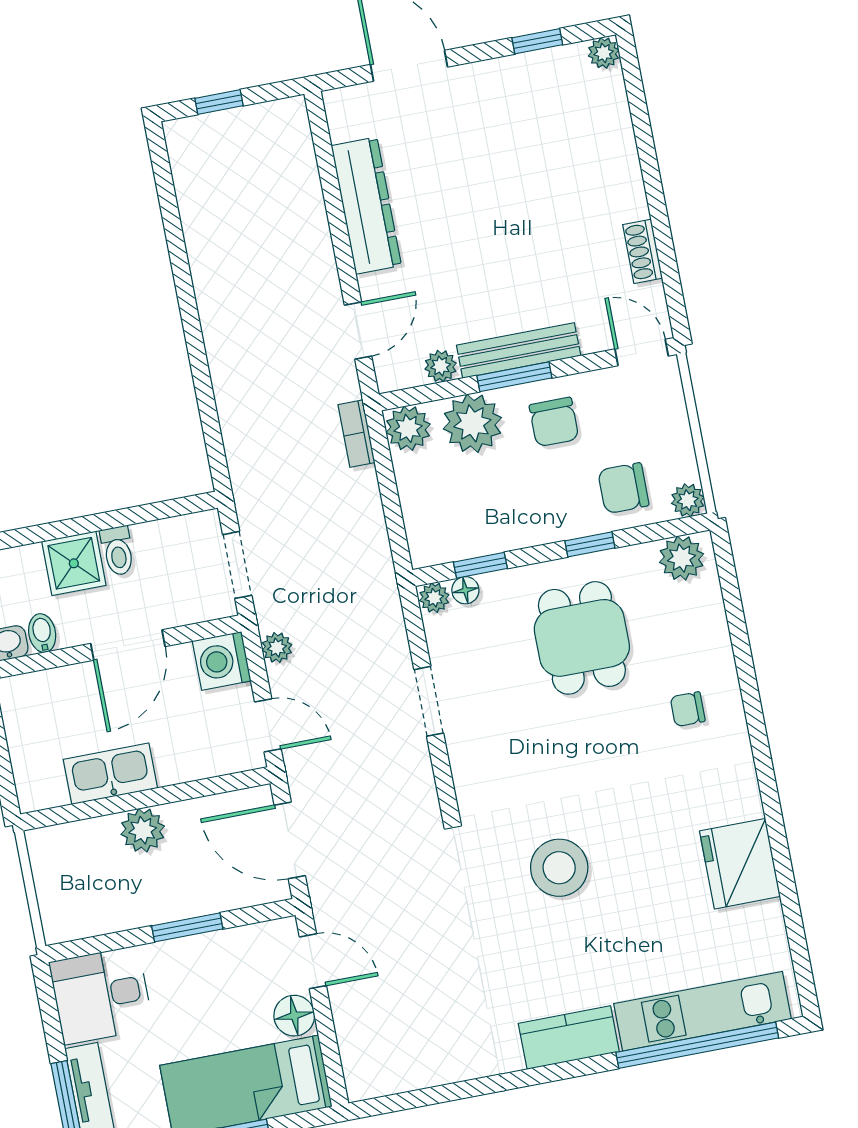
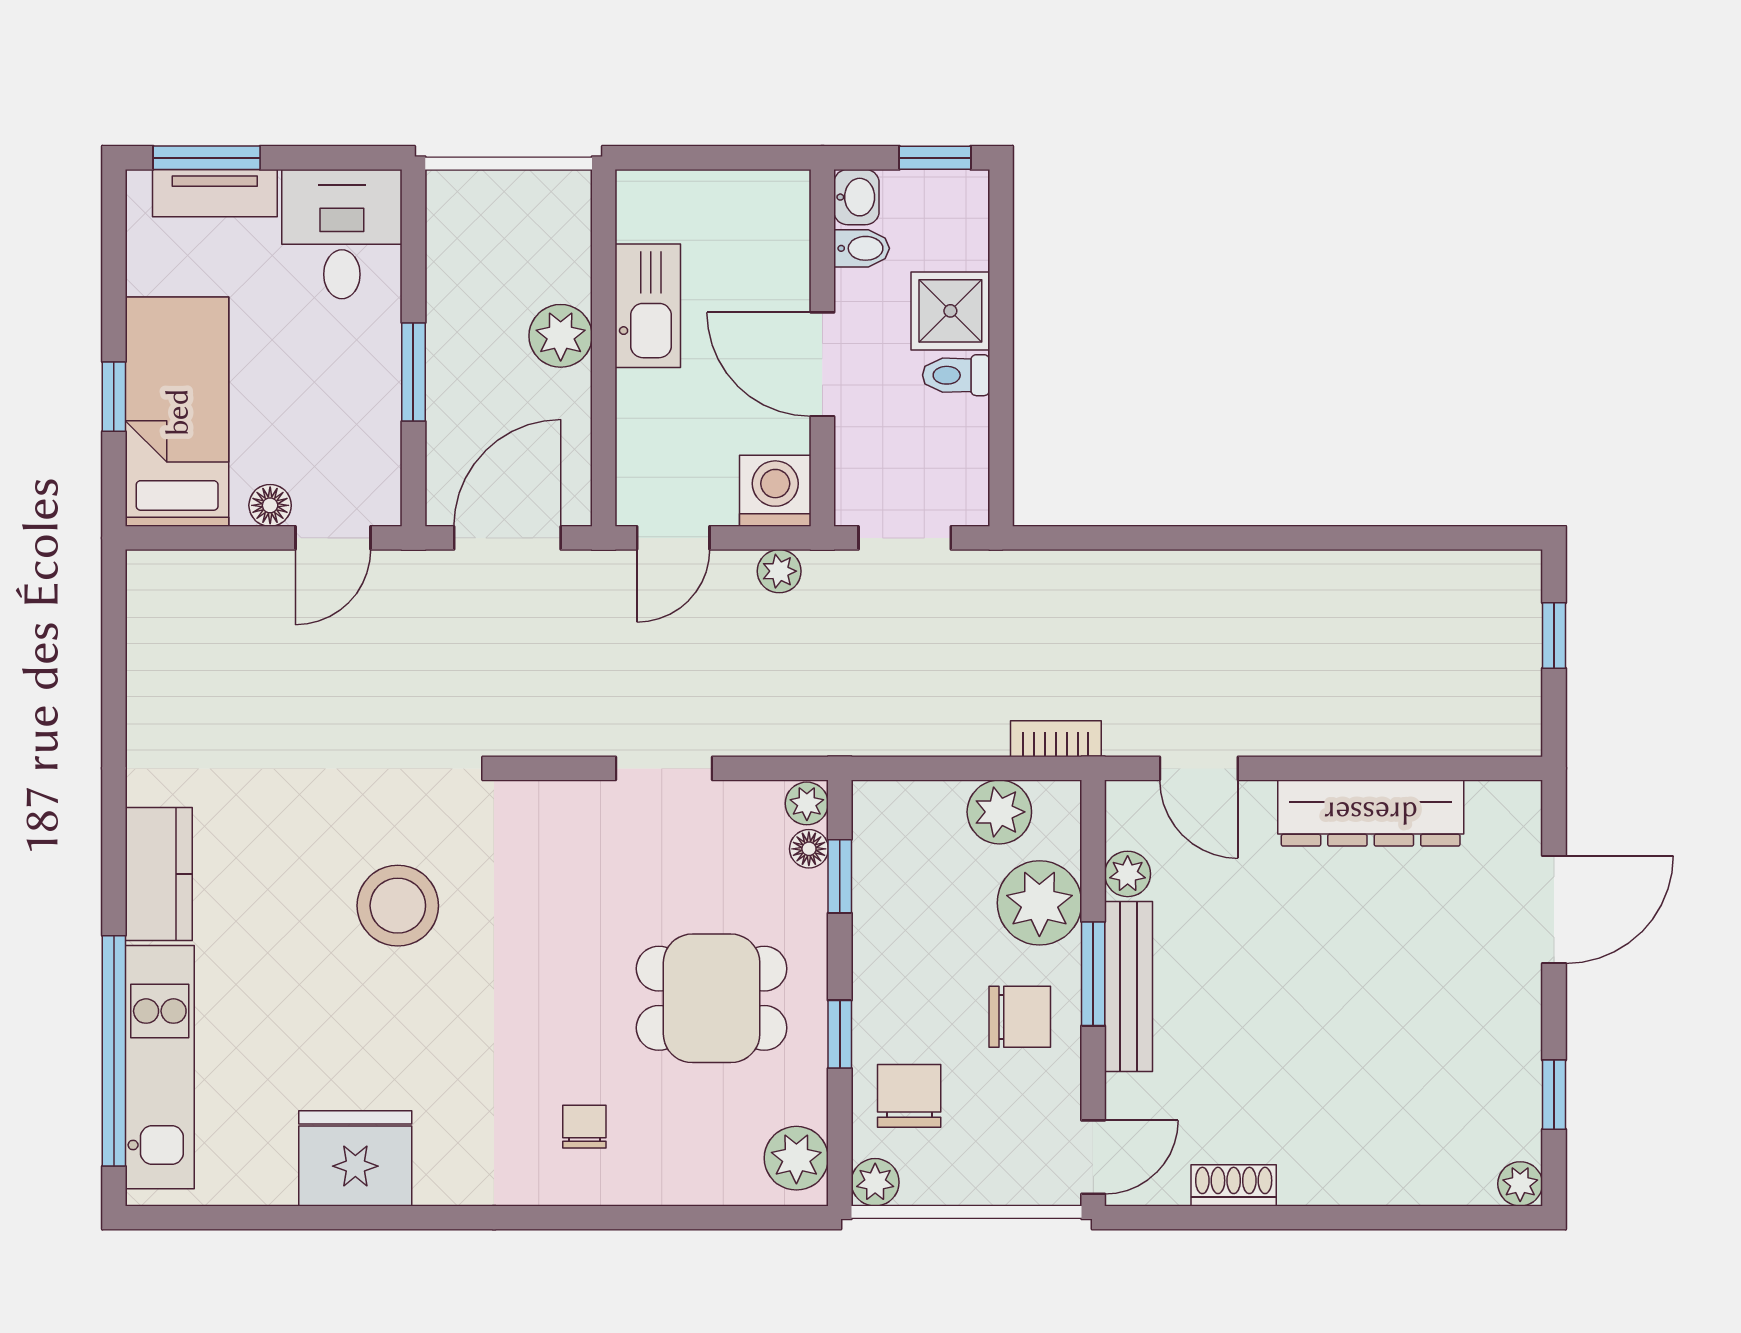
chair: (554, 422) -> (1020, 1017), turned 180
plant: (408, 428) -> (999, 812), moved
floor lamp: (294, 1016) -> (270, 505), width x0.73, depth x0.73

